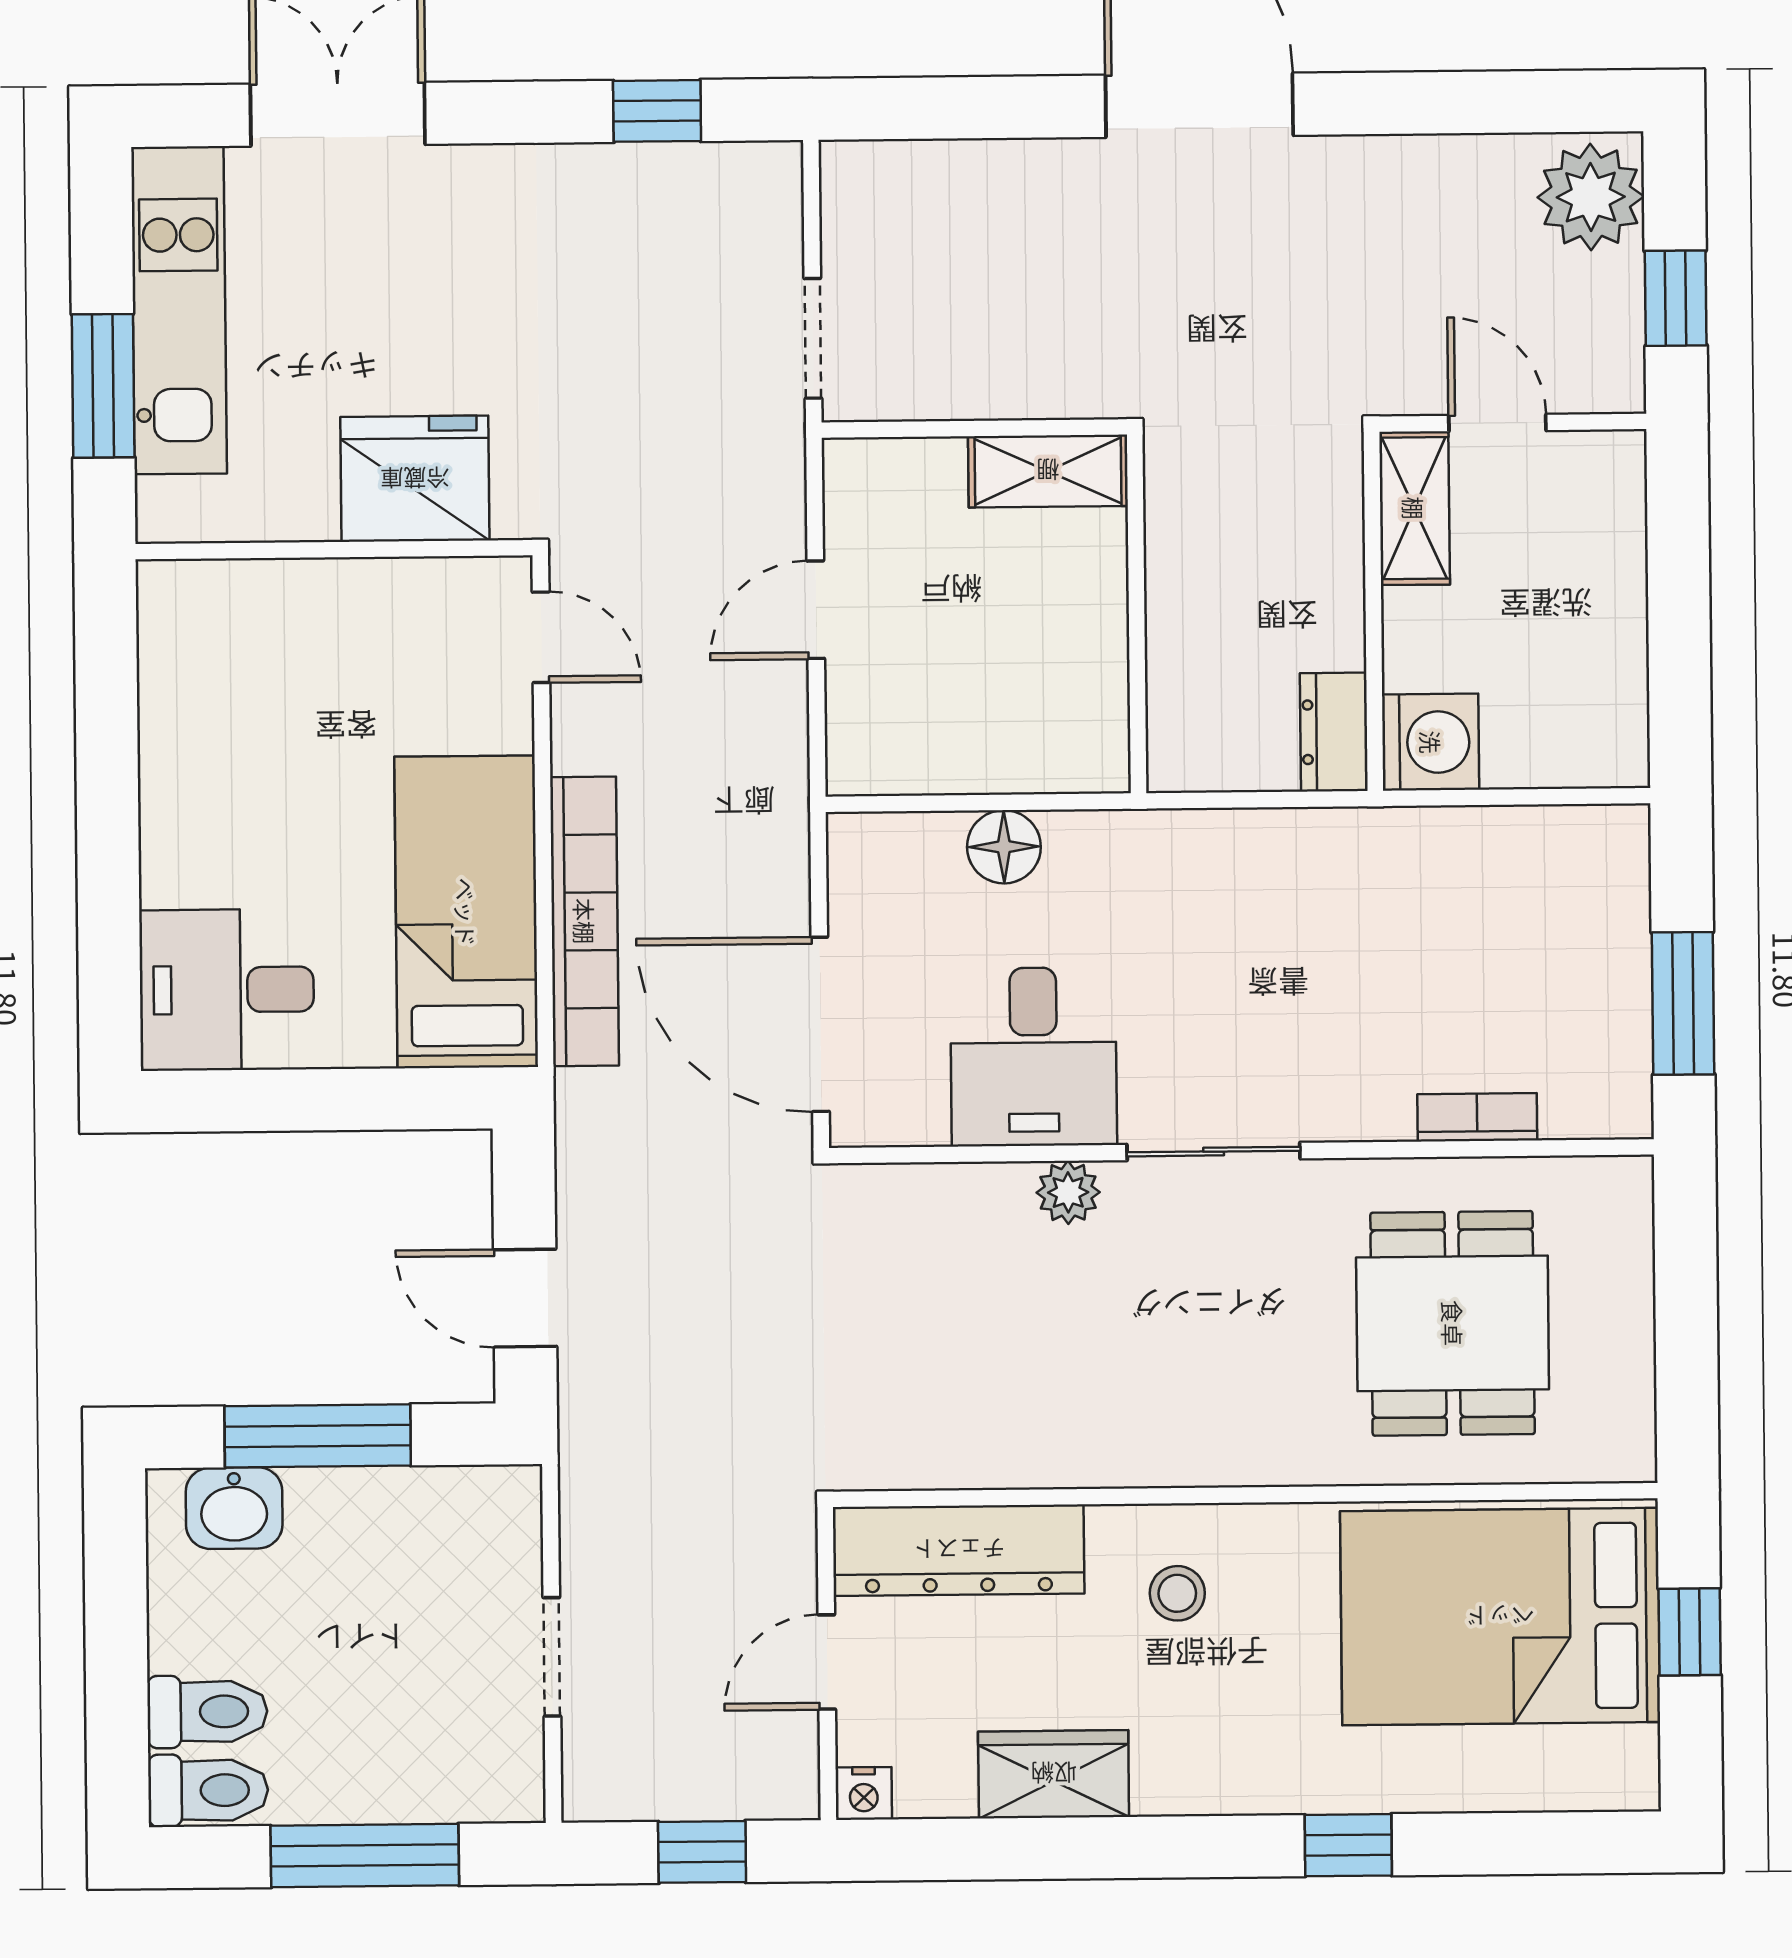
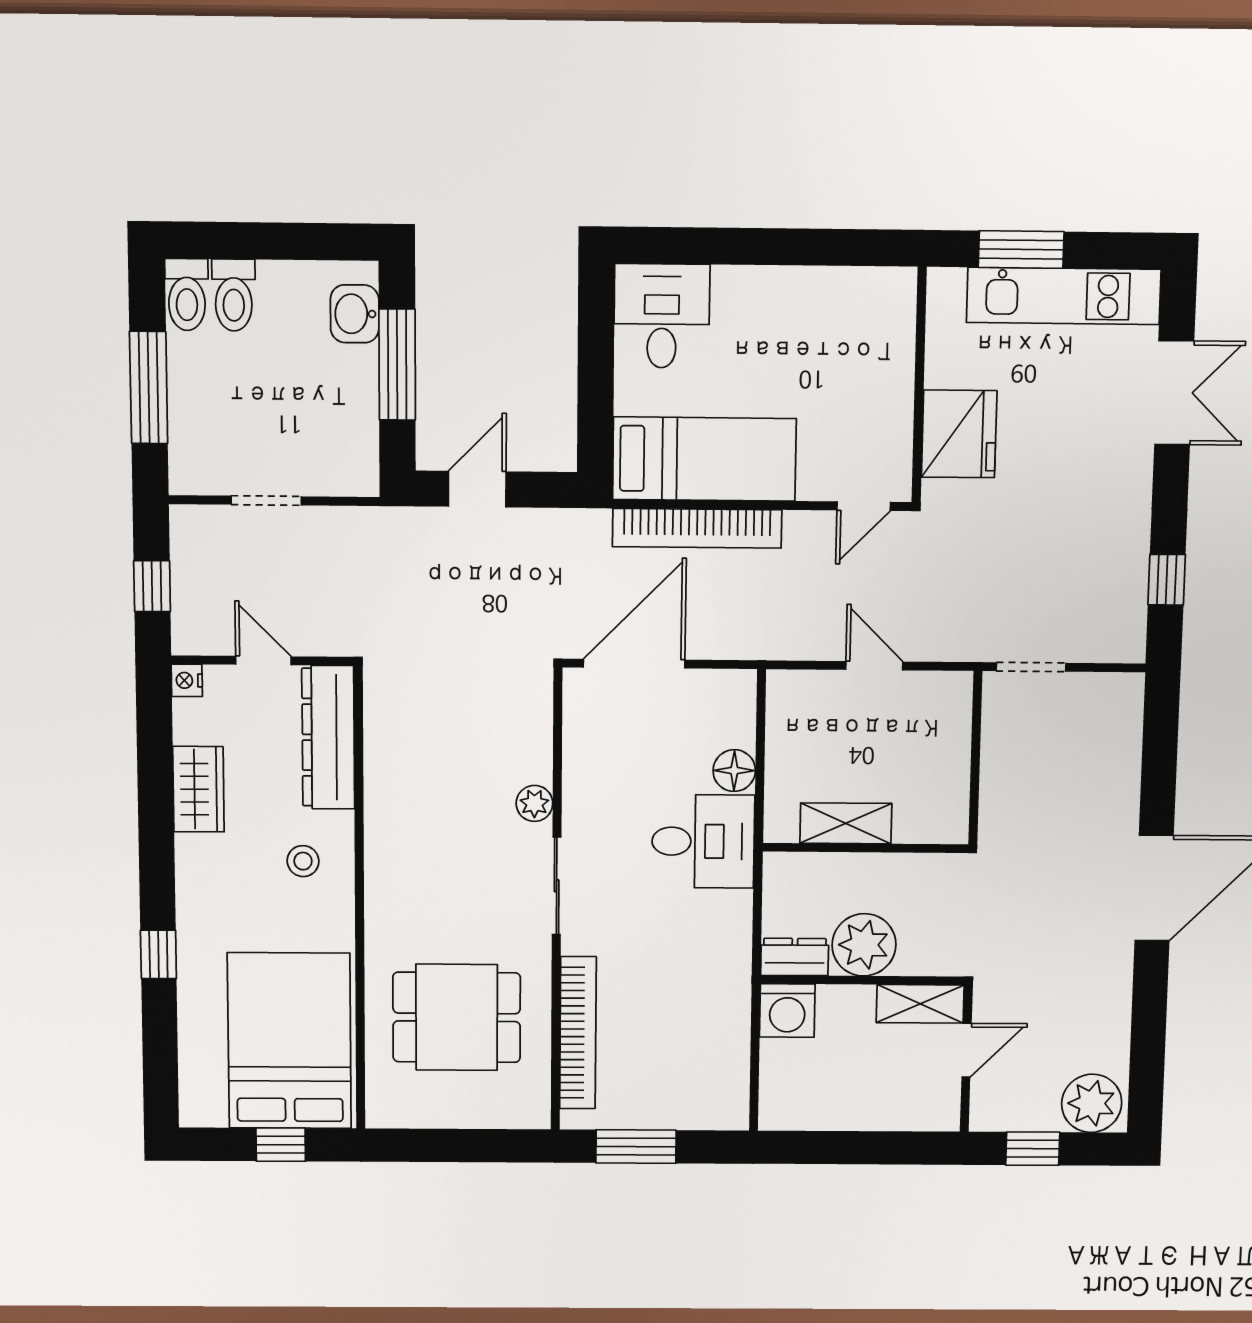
shelving: (1048, 471) -> (846, 823), moved, turned 90
plant: (1310, 611) -> (864, 945), added
desk: (1034, 1057) -> (703, 841), moved, turned 180
bookcase: (1477, 1117) -> (578, 1033), width x2.31, depth x1.31

